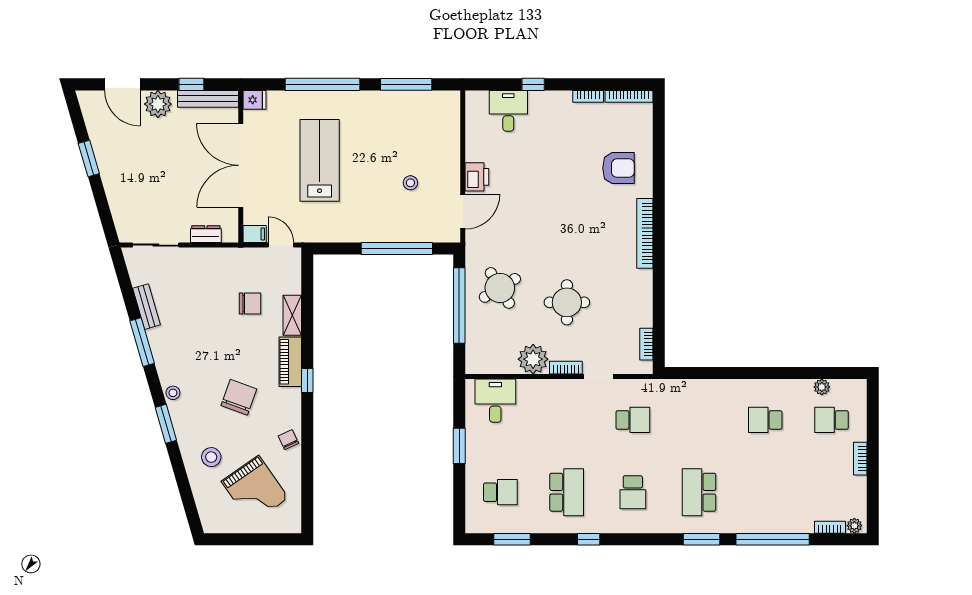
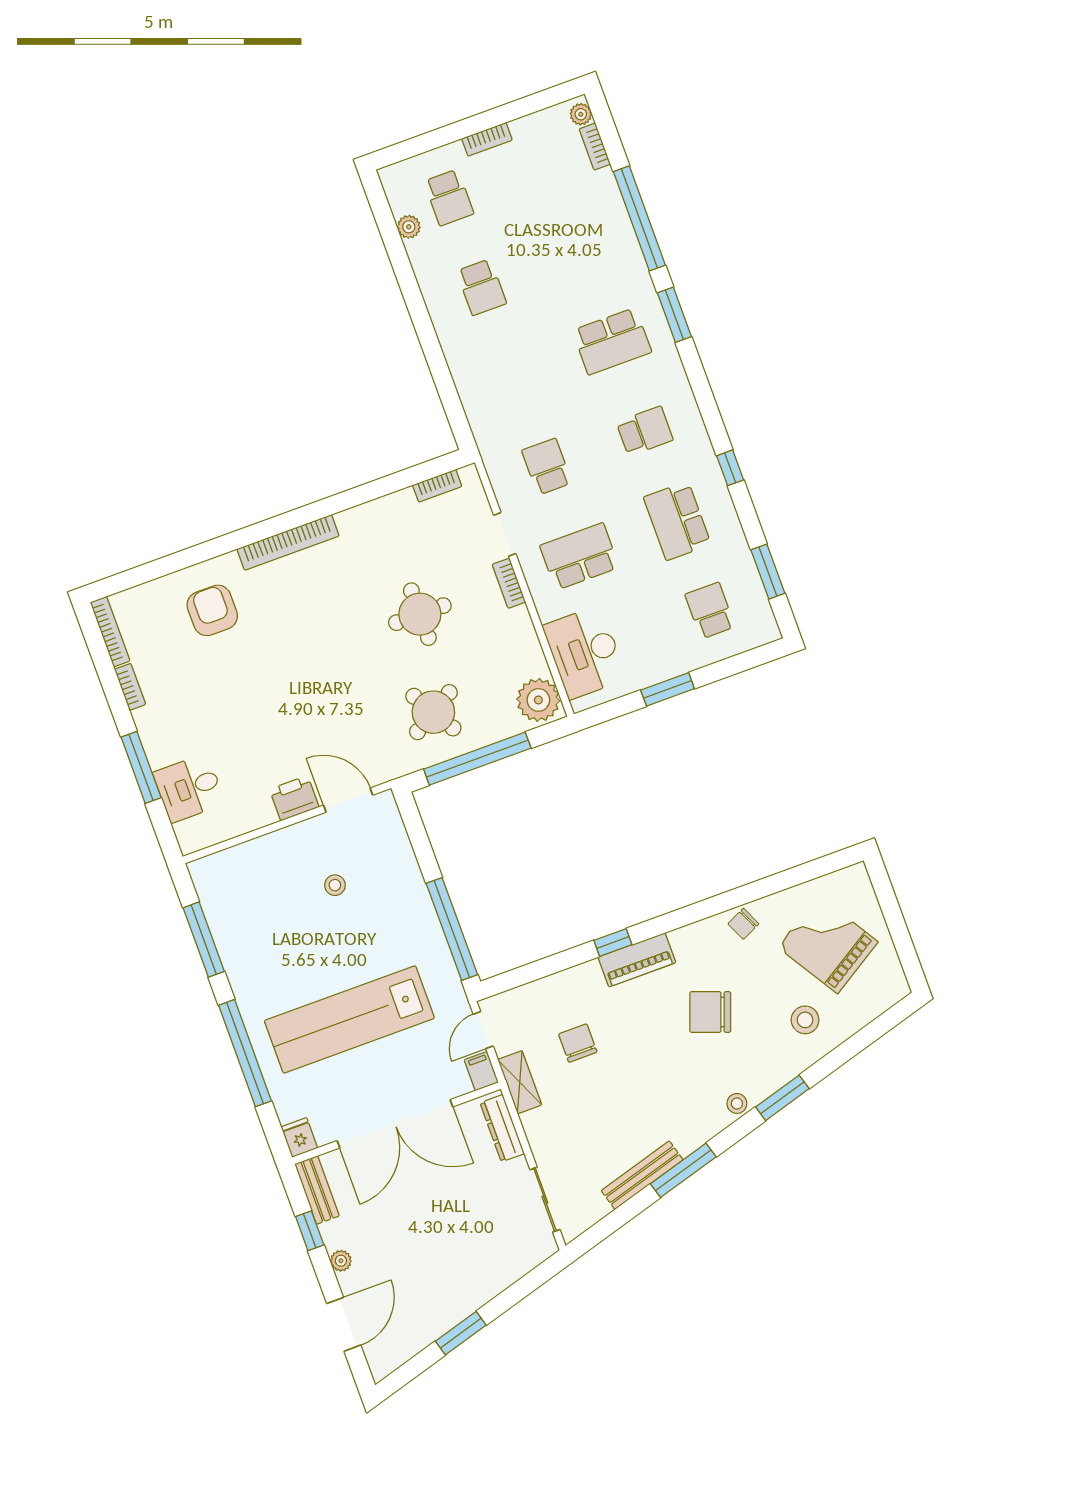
window: (533, 84) -> (141, 767), width x2.17
bench: (208, 99) -> (317, 1190), width x0.73
plant: (158, 104) -> (341, 1261), width x0.53, depth x0.53
lab bench: (320, 160) -> (349, 1019), width x1.36
dresser: (206, 234) -> (502, 1128), width x1.44
window: (397, 249) -> (452, 929), moved
bench: (147, 307) -> (642, 1175), width x1.36
shelving: (292, 315) -> (520, 1082), moved, turned 90
plant: (533, 359) -> (538, 700), moved
window: (307, 381) -> (613, 943), moved
desk: (495, 401) -> (585, 652), width x1.37
school desk: (567, 420) -> (579, 556), added
grand piano: (255, 490) -> (828, 944), turned -87
school desk: (567, 492) -> (677, 521), turned -90

